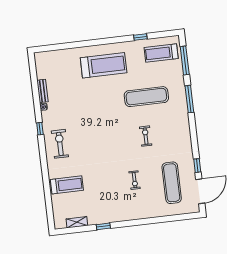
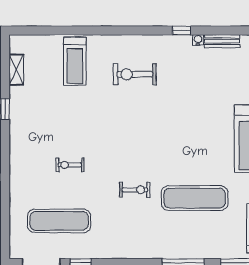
exercise mat: (146, 97) -> (195, 198), turned 90
window: (40, 129) -> (182, 30), moved
exercise bike: (60, 144) -> (135, 74), moved, turned 180

